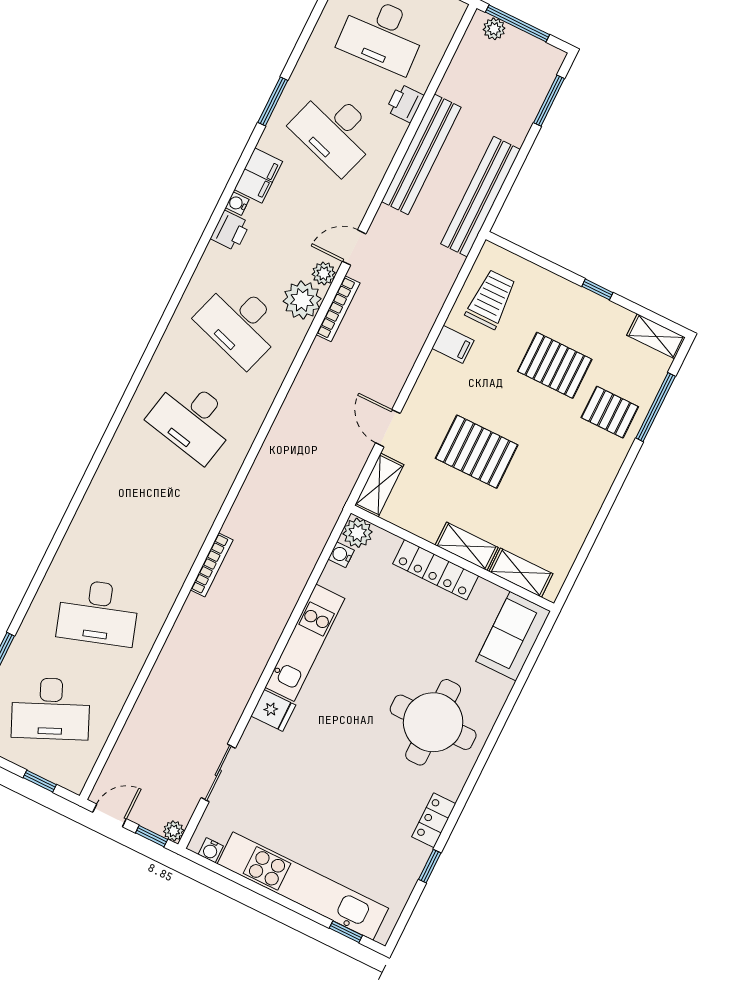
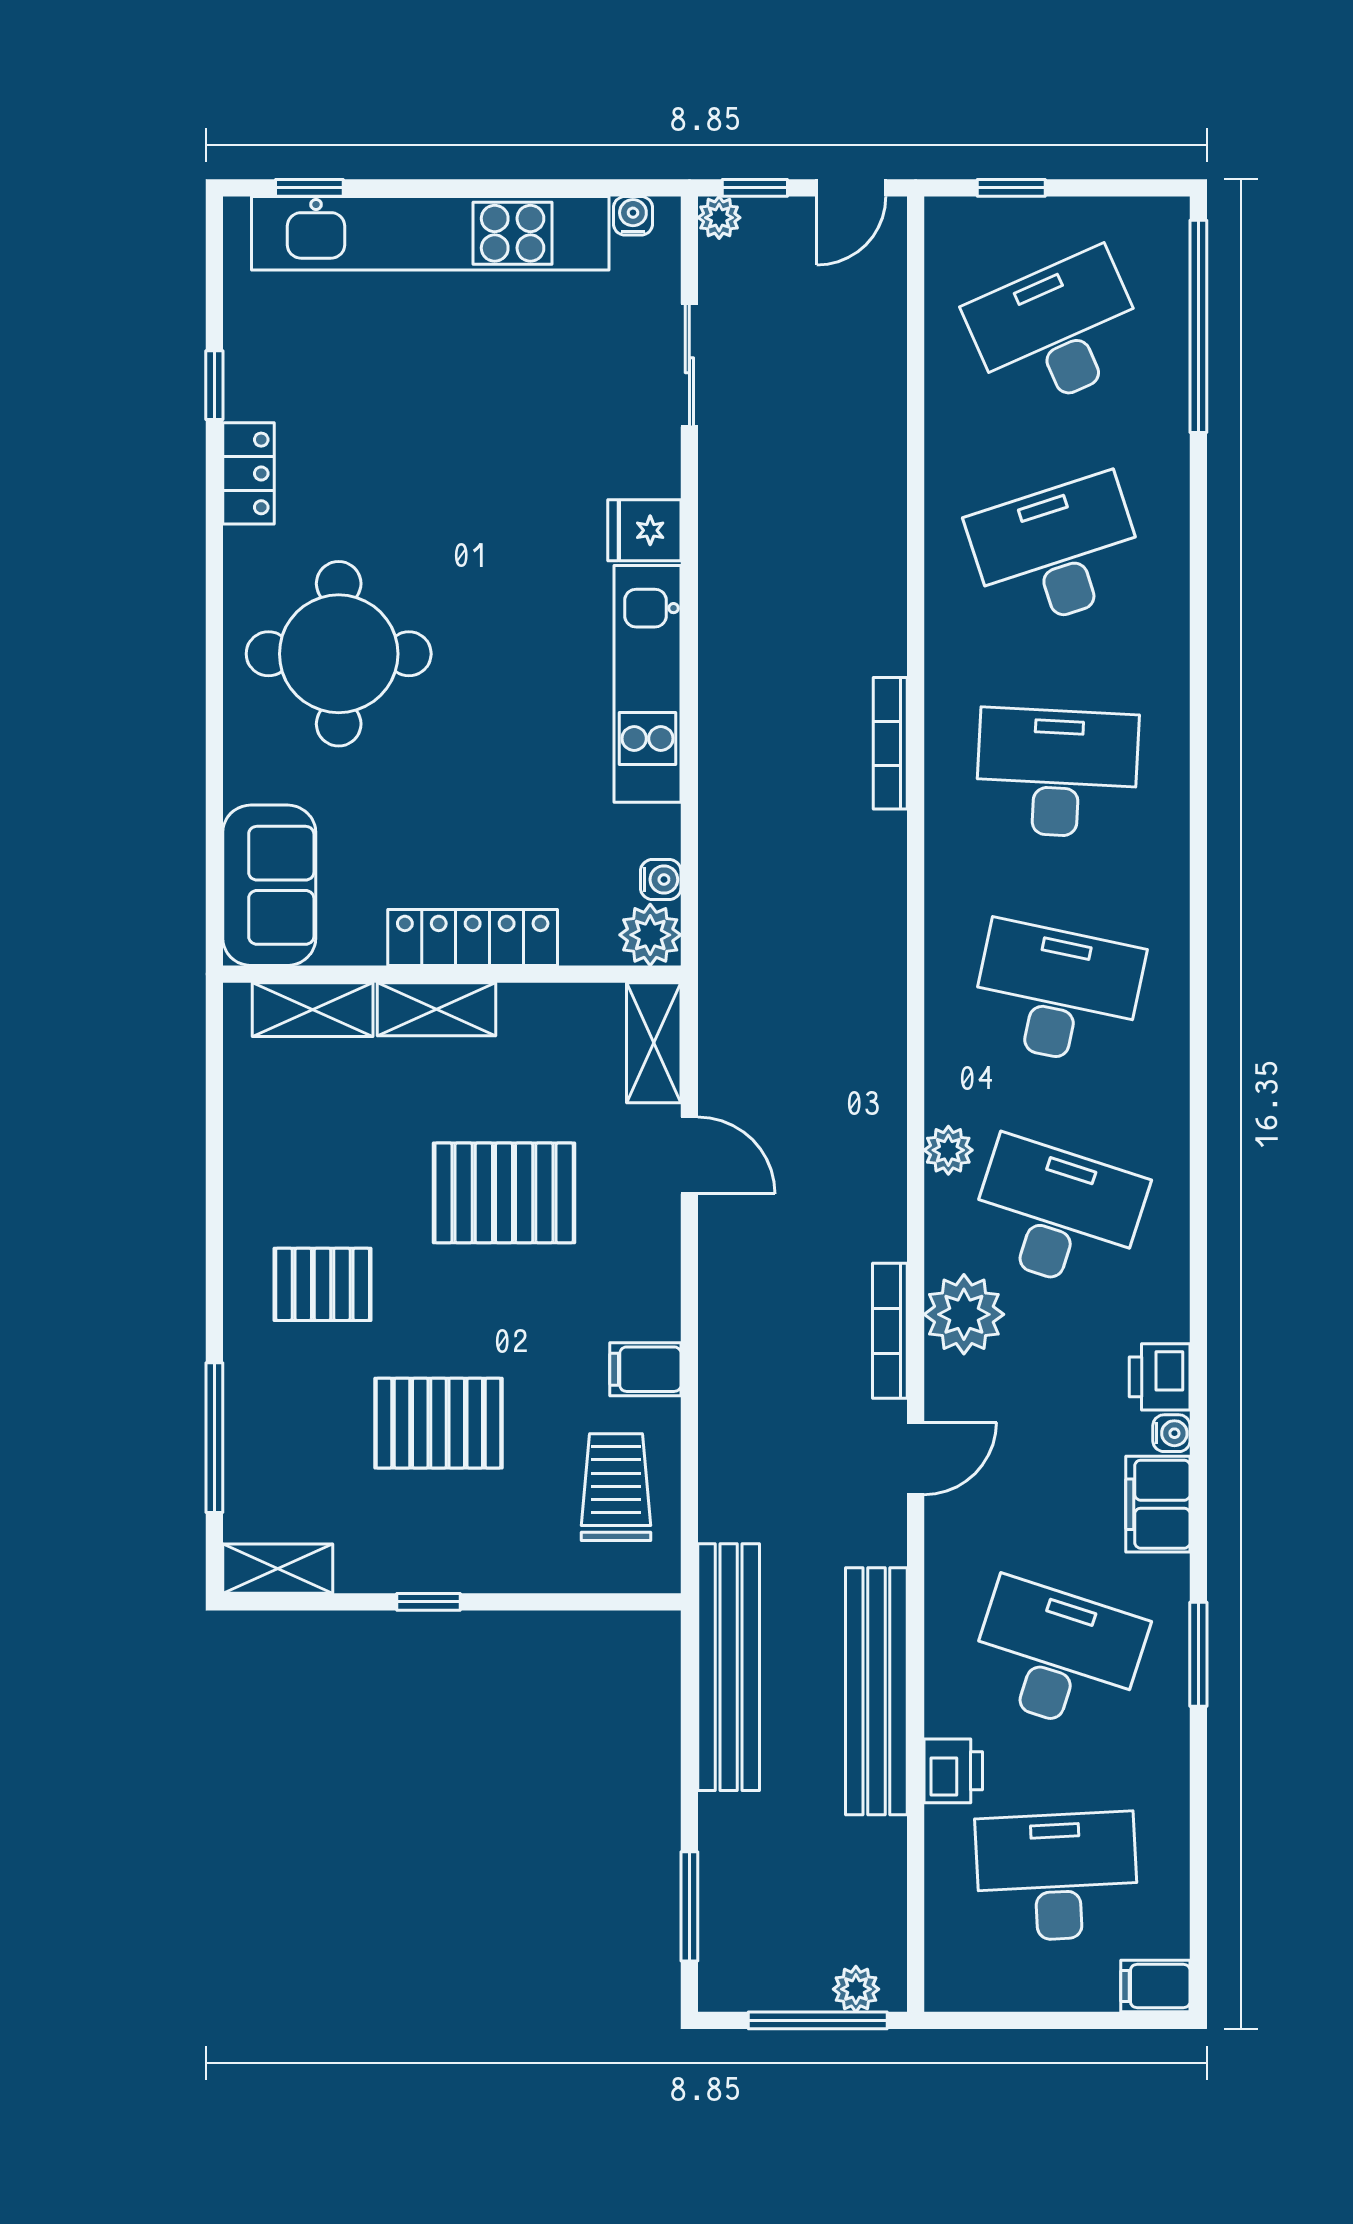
plant: (324, 273) -> (948, 1150), moved
trolley: (491, 299) -> (616, 1487), turned 180
pallet: (610, 412) -> (323, 1284), moved
desk: (145, 516) -> (1057, 773), added

